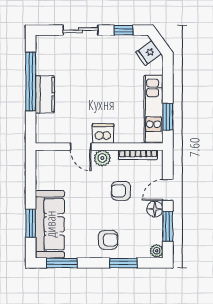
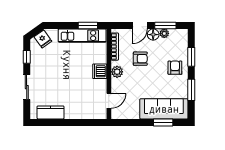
window: (31, 82) -> (63, 122), removed
kitchen counter: (45, 94) -> (51, 112), moved
door: (81, 147) -> (109, 101), moved
door: (168, 190) -> (140, 25), hinge flipped
armchair: (121, 191) -> (140, 59), turned -90
plant: (157, 251) -> (164, 33), moved
window: (62, 263) -> (191, 90), moved

